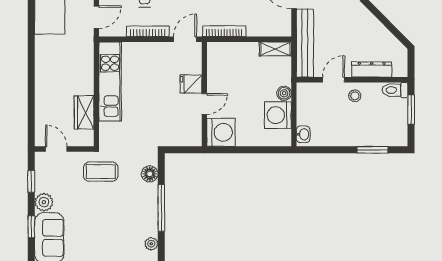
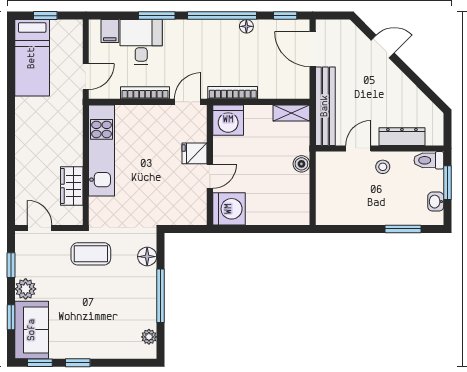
washing machine: (278, 115) -> (228, 120), moved, turned -90
washbasin: (303, 134) -> (436, 202), moved, turned 180

